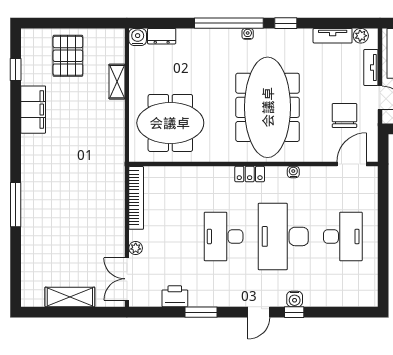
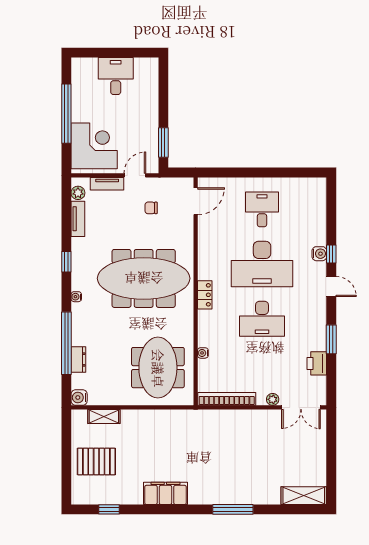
window: (229, 23) -> (66, 343), moved
dresser: (162, 36) -> (78, 360), moved
shelving: (117, 82) -> (104, 416), moved
filing cabinet: (33, 110) -> (165, 493), moved
chair: (344, 116) -> (151, 208), width x0.54, depth x0.54
door: (352, 164) -> (196, 201), swing flipped
water cooler: (293, 172) -> (203, 353), moved
desk: (343, 236) -> (262, 209), width x0.73
shelving: (70, 297) -> (304, 496), moved, turned 90

